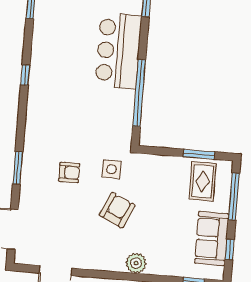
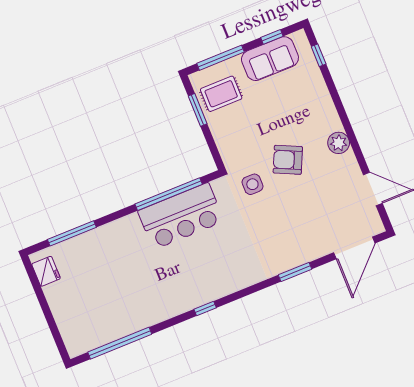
bar counter: (118, 51) -> (181, 216), moved
armchair: (69, 172) -> (275, 222), removed
plant: (136, 263) -> (339, 143), moved

